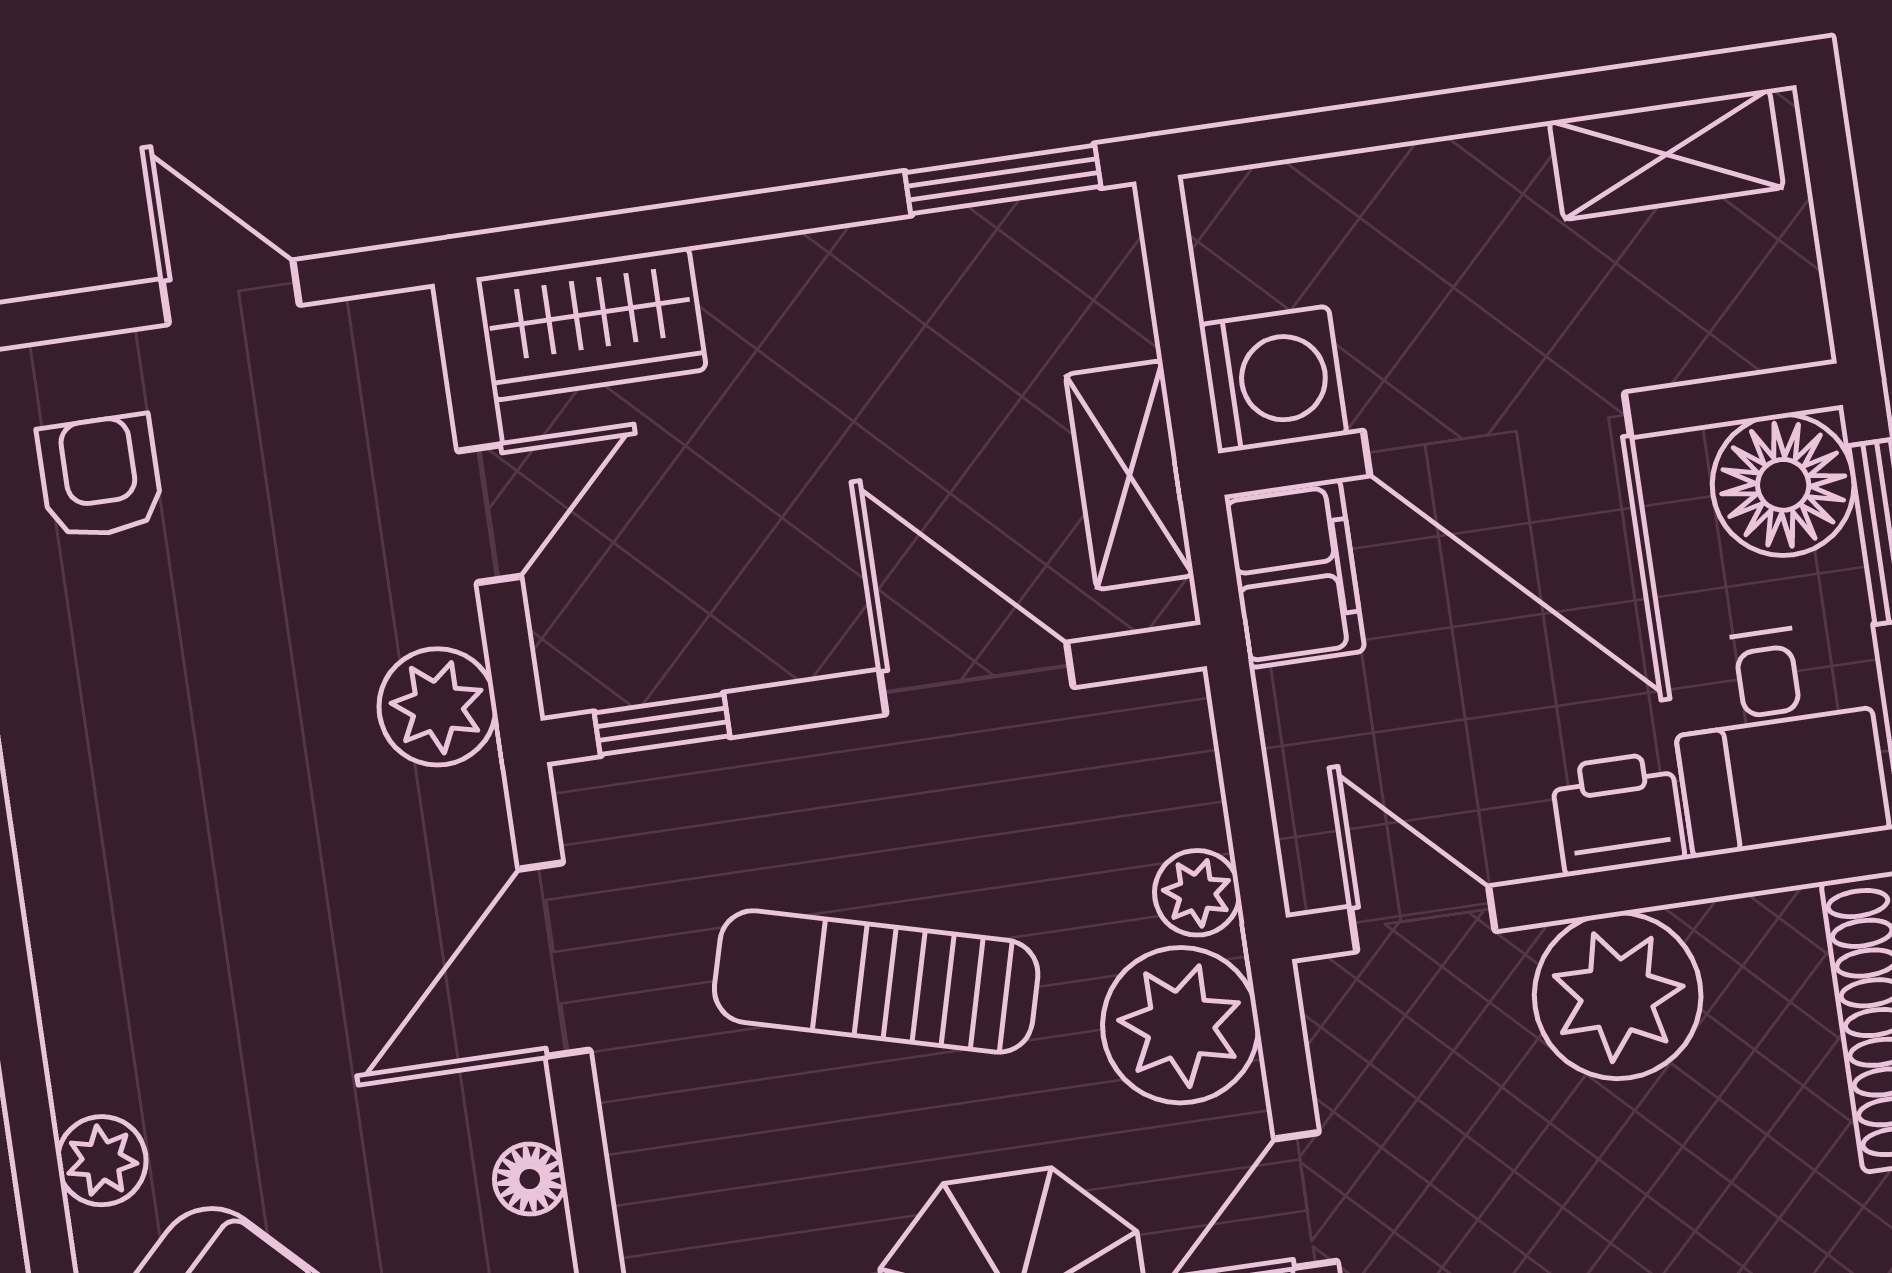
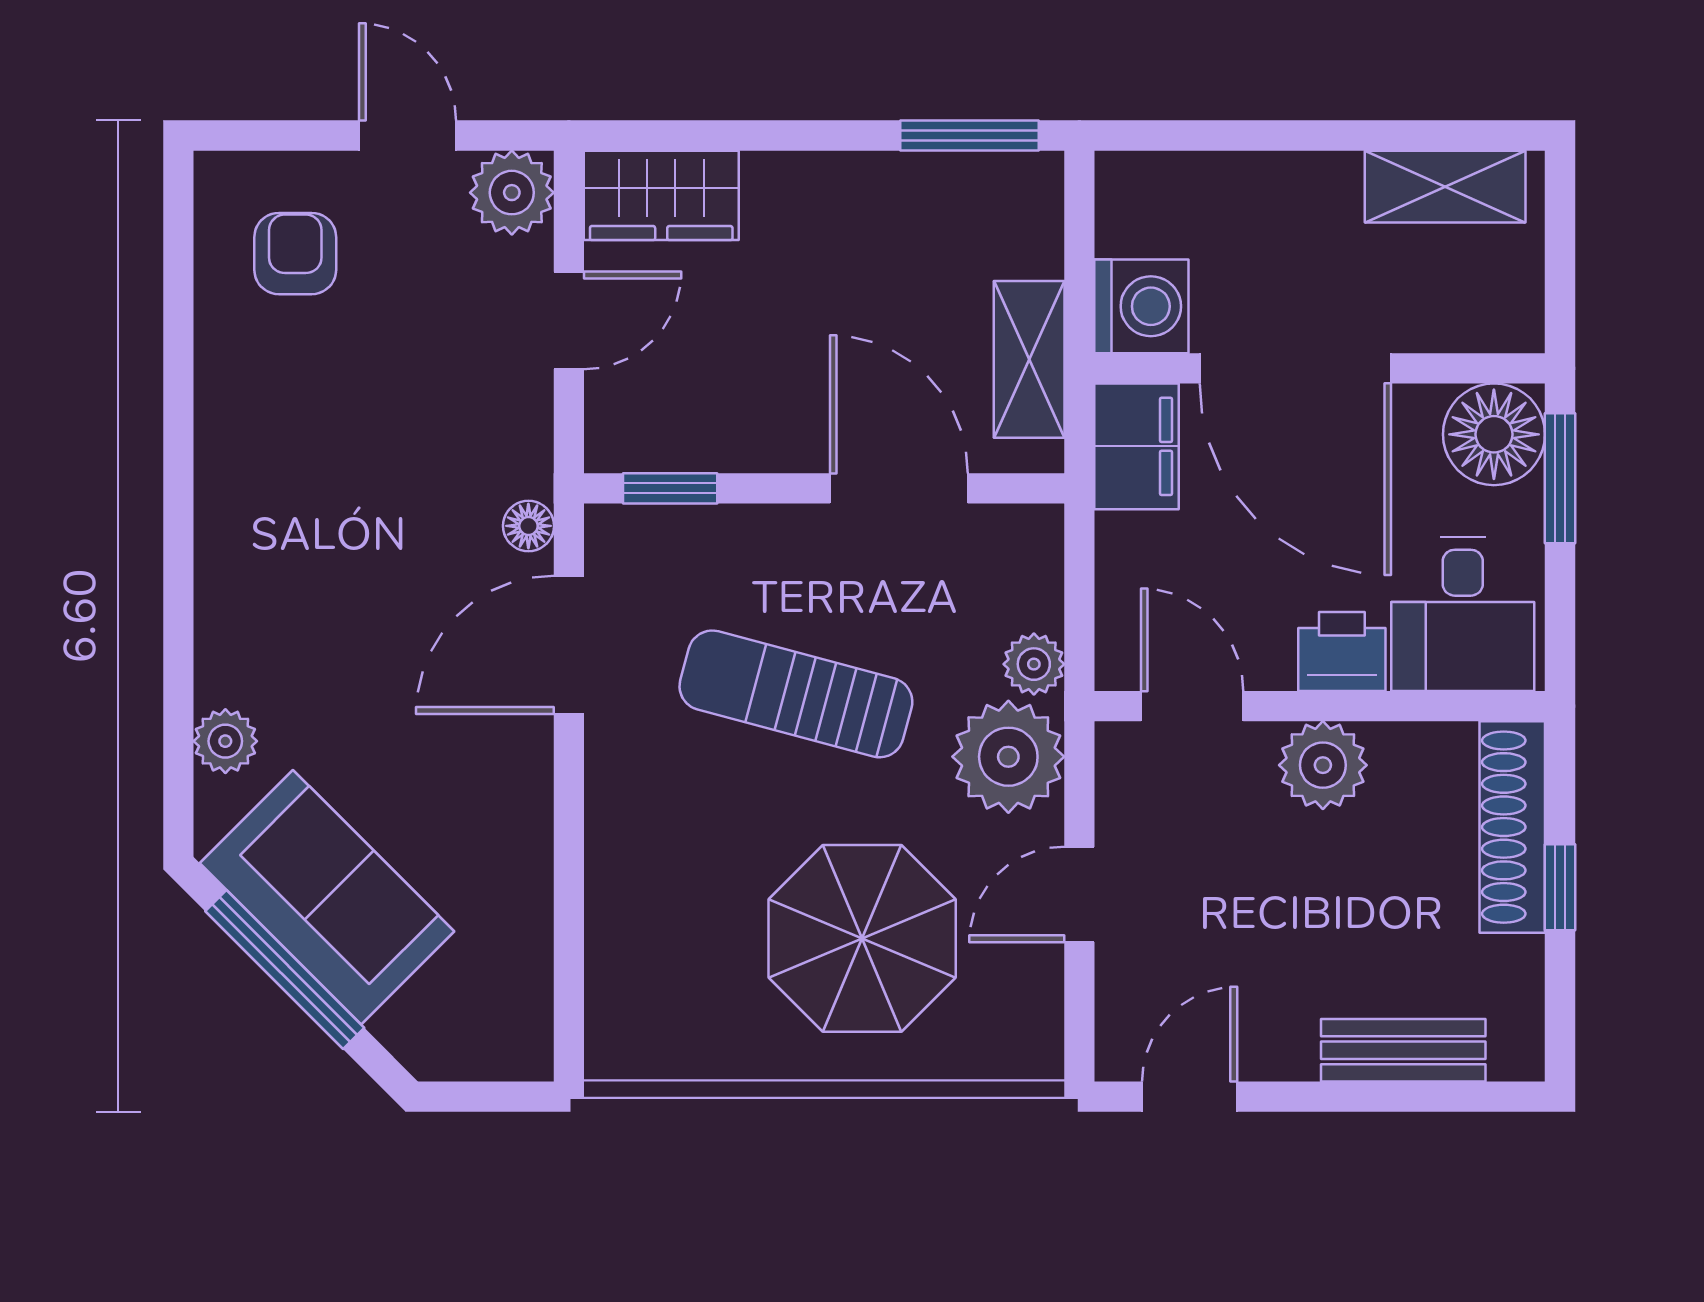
plant: (437, 707) -> (512, 193), moved
plant: (1618, 996) -> (1323, 765), width x0.73, depth x0.73
floor lamp: (530, 1179) -> (528, 526), moved

